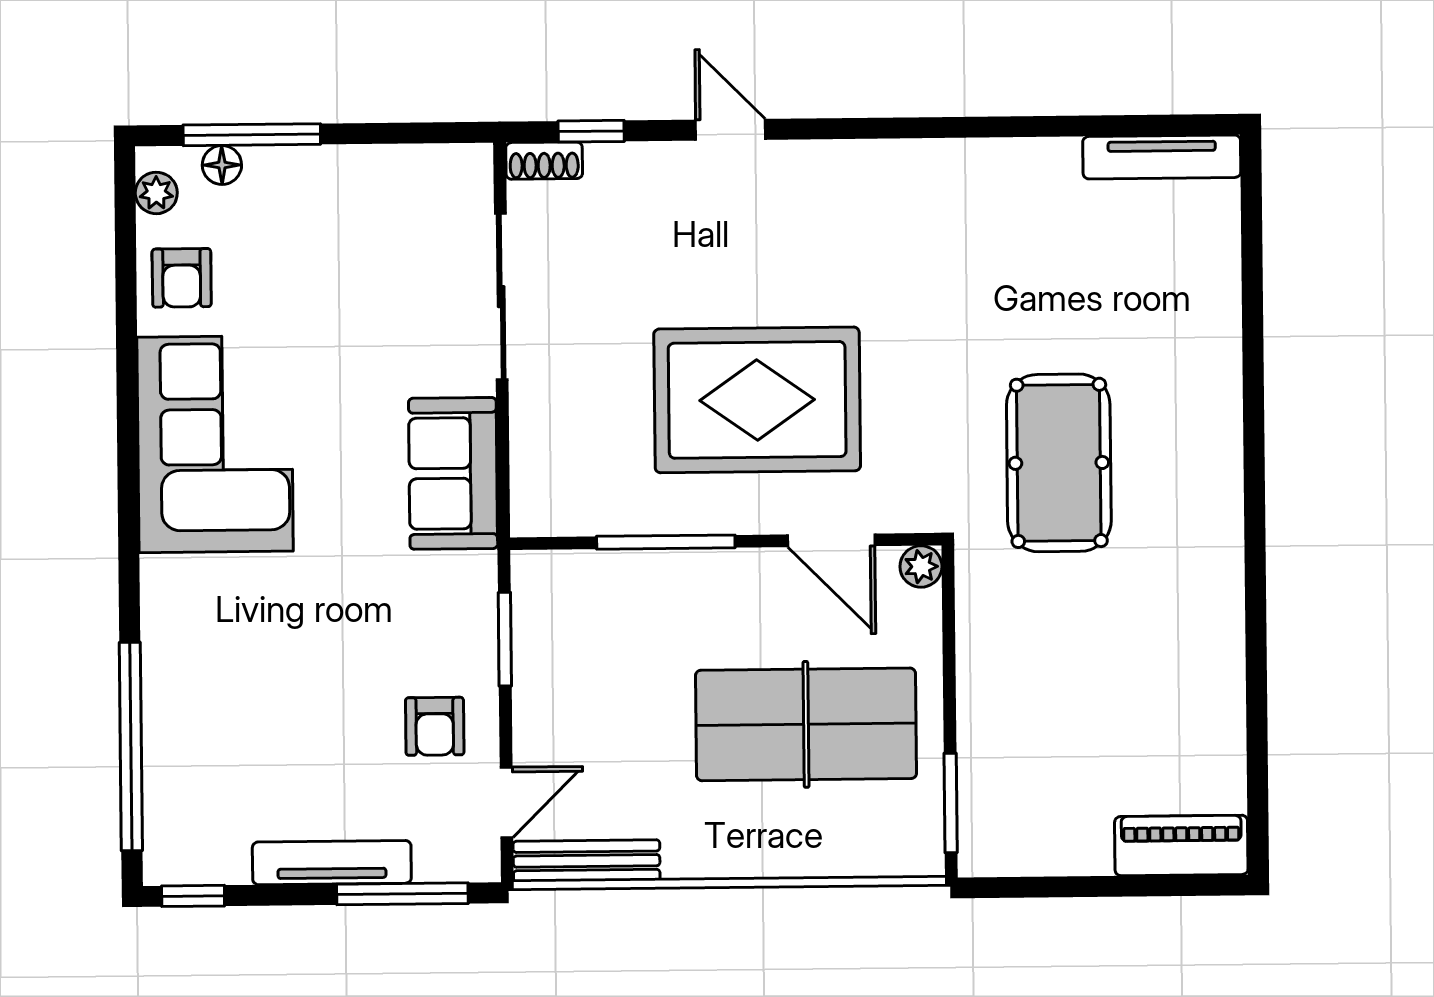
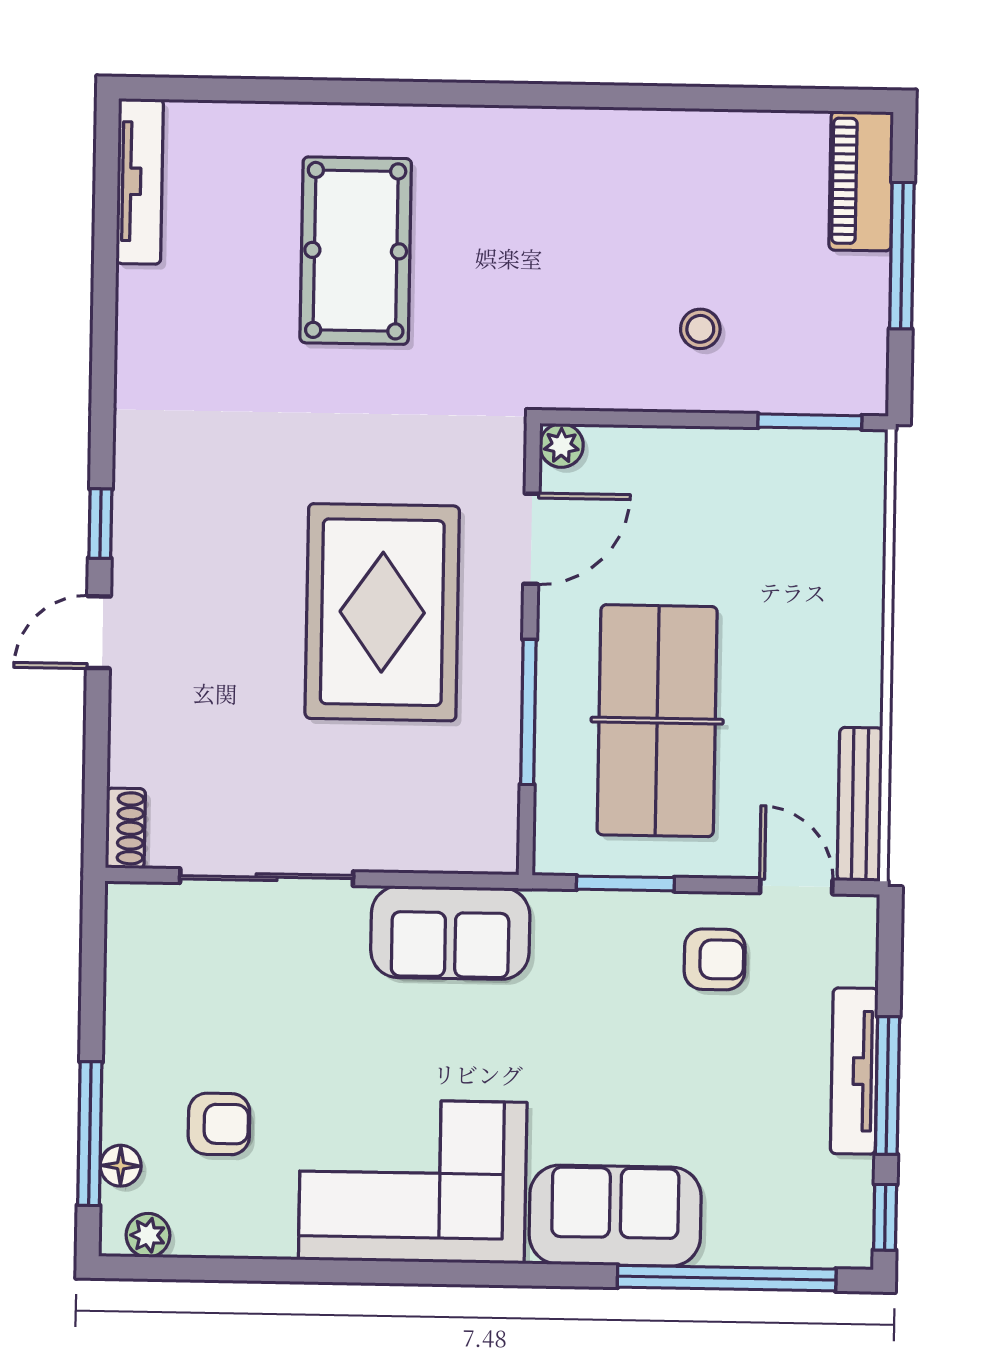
window: (591, 131) -> (100, 524), moved
armchair: (182, 278) -> (219, 1124), moved
pool table: (1059, 463) -> (356, 251), moved, turned 90
sofa: (187, 638) -> (615, 1216), added
stool: (1036, 696) -> (700, 329), added
table tennis table: (806, 724) -> (657, 721), moved
window: (1111, 886) -> (902, 256), added
window: (402, 894) -> (887, 1086), moved

